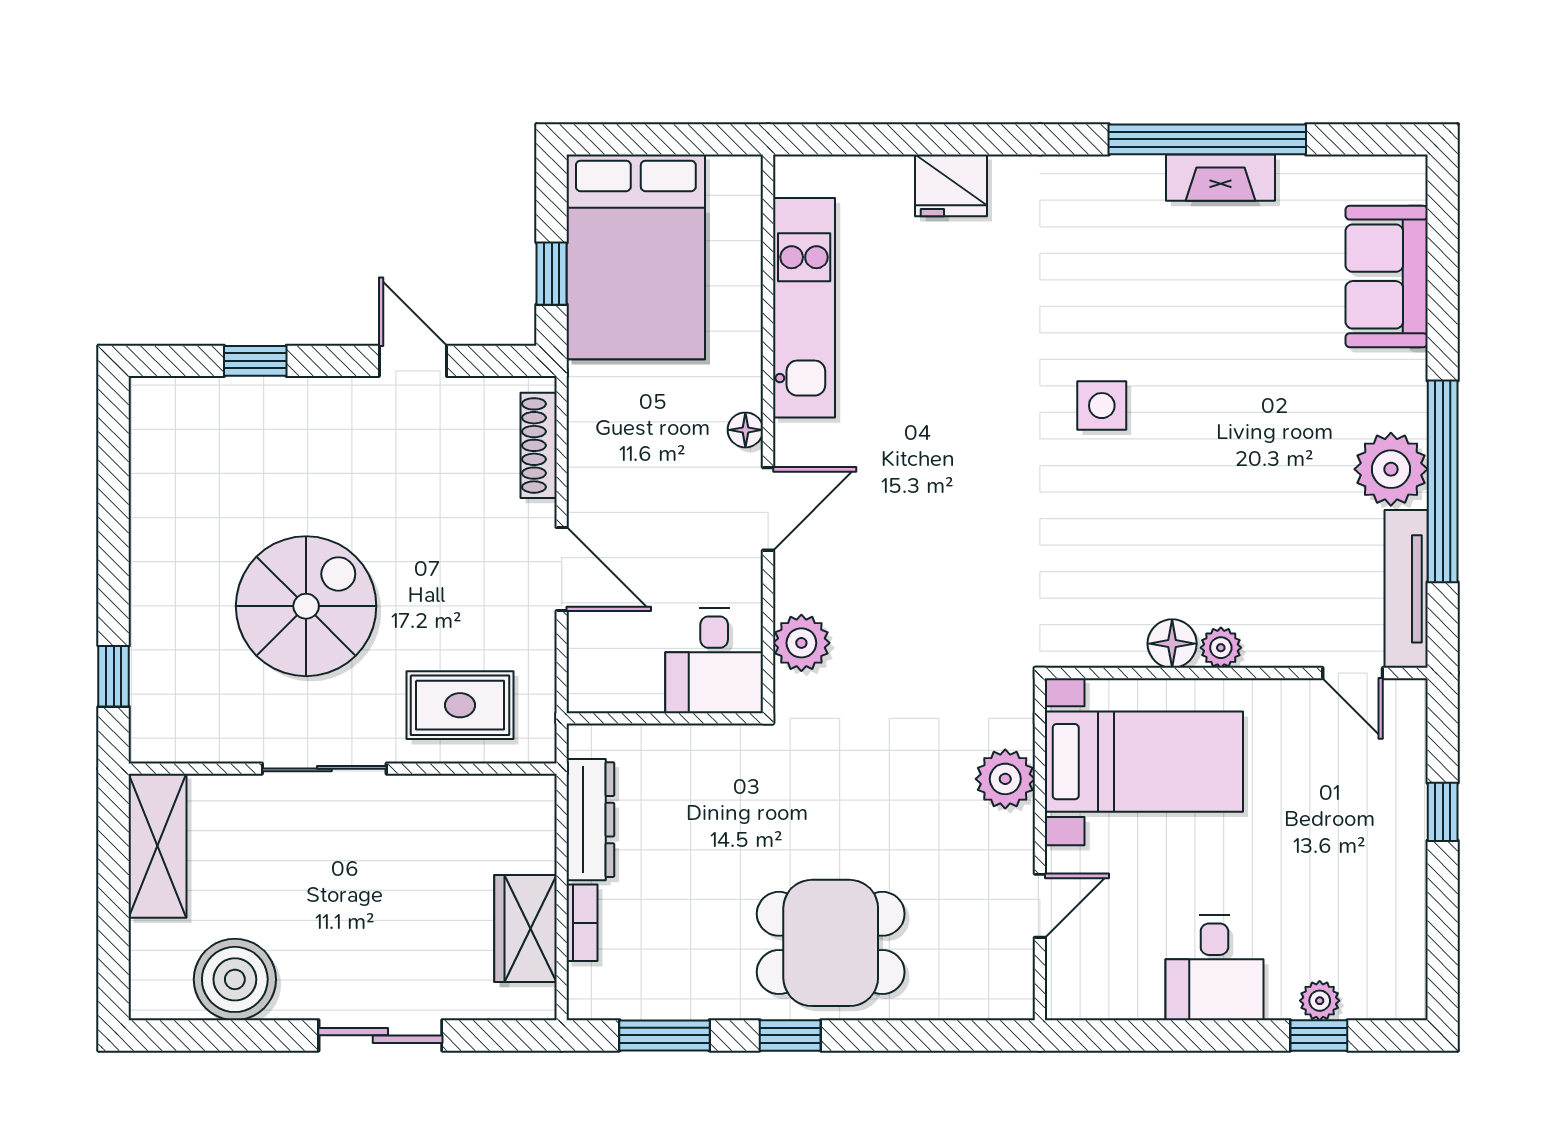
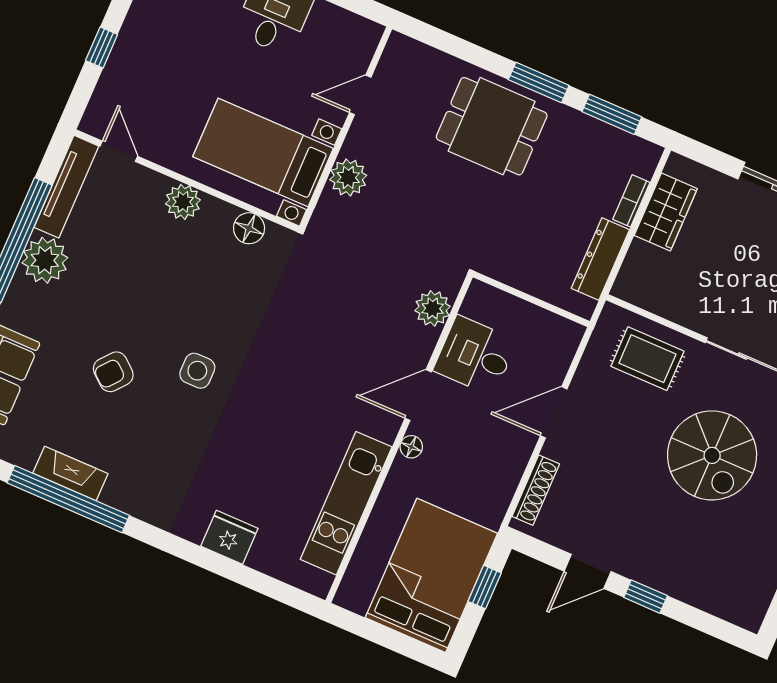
armchair: (1222, 351) -> (113, 372), added
window: (255, 361) -> (646, 597), moved
door: (413, 361) -> (588, 571), hinge flipped
door: (562, 569) -> (554, 412), hinge flipped
spiral stairs: (306, 606) -> (712, 455), turned -90
floor lamp: (1172, 644) -> (249, 228), moved
plant: (1221, 648) -> (183, 202), width x1.38, depth x1.38
desk: (714, 661) -> (475, 356), moved, turned -90
window: (790, 1035) -> (539, 82), width x1.50

